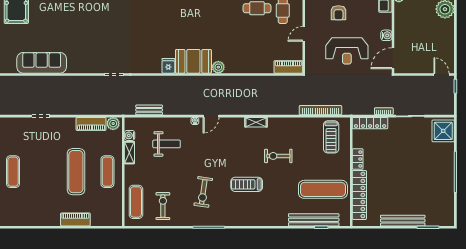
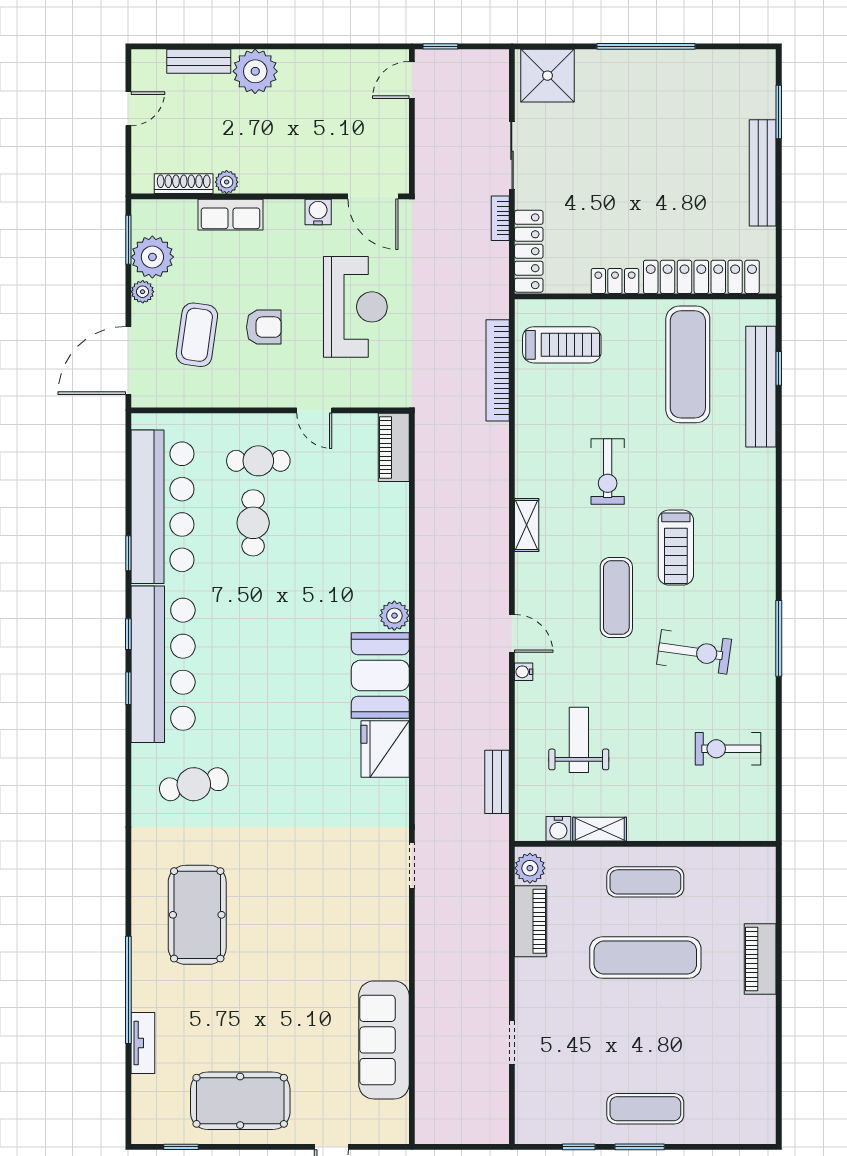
fridge: (168, 66) -> (385, 749), width x1.88, depth x1.34
exercise mat: (136, 202) -> (616, 598), moved, turned 90

